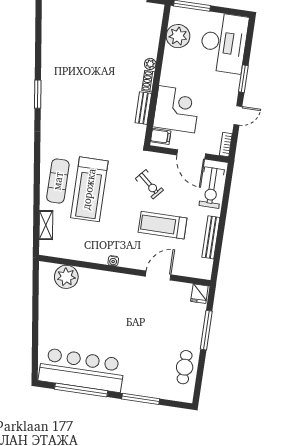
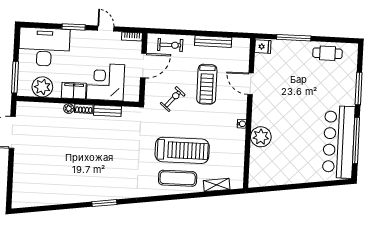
filing cabinet: (161, 136) -> (74, 91), moved, width x2.00
exercise bike: (212, 188) -> (170, 45), width x0.73, depth x0.72
plant: (66, 277) -> (261, 137), moved

